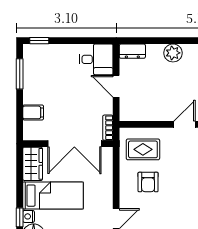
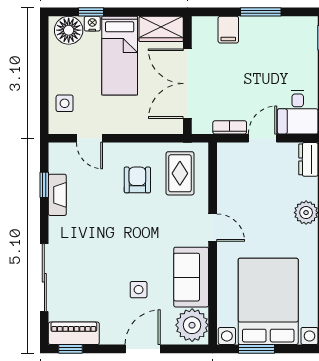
window: (20, 74) -> (261, 12), moved
bookcase: (108, 128) -> (230, 127), moved
armchair: (148, 182) -> (137, 180), turned 90

